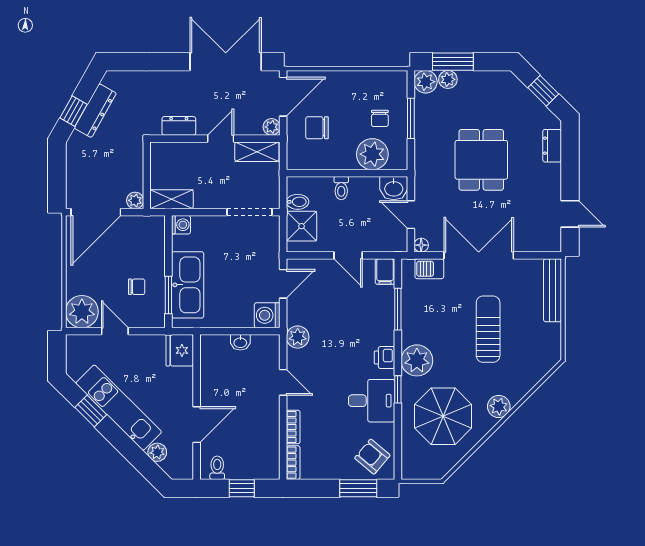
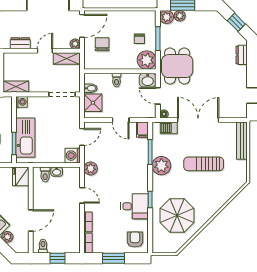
chair: (317, 128) -> (102, 44), turned 90
plant: (372, 154) -> (147, 60), moved
dining table: (481, 160) -> (177, 66), moved
sun lounger: (488, 329) -> (204, 164), turned -90
toilet: (221, 347) -> (45, 175), added
printer: (385, 358) -> (142, 181), removed
plant: (417, 360) -> (161, 166), moved
plant: (499, 406) -> (210, 210), removed
armchair: (372, 457) -> (135, 239), turned 50
window: (358, 488) -> (113, 258), moved

